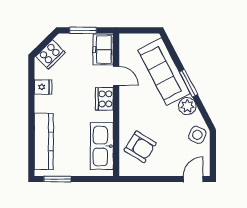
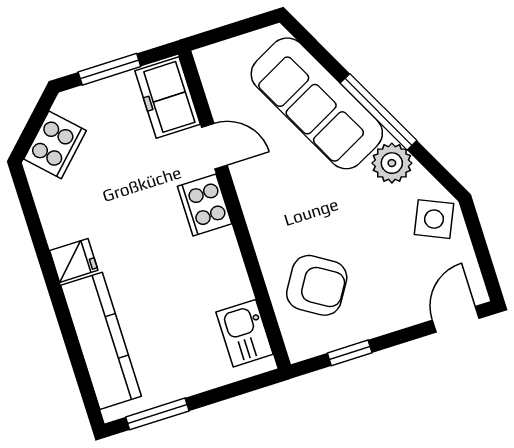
window: (188, 83) -> (379, 112), width x1.44
fridge: (43, 87) -> (74, 260), moved
kitchen sink: (102, 146) -> (244, 333), width x0.53, depth x0.81
window: (145, 179) -> (350, 353), added

